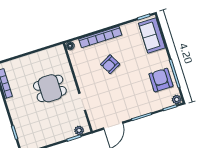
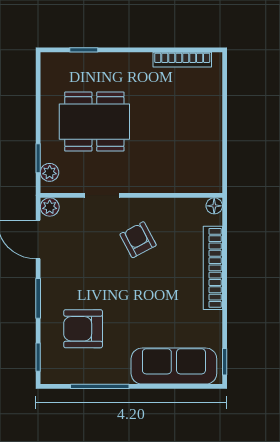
sofa: (152, 35) -> (174, 366), width x1.36
armchair: (110, 64) -> (138, 240), moved
armchair: (161, 80) -> (83, 329), moved, turned 180
dining table: (50, 88) -> (94, 122), moved, width x1.37
plant: (177, 99) -> (50, 207), moved

